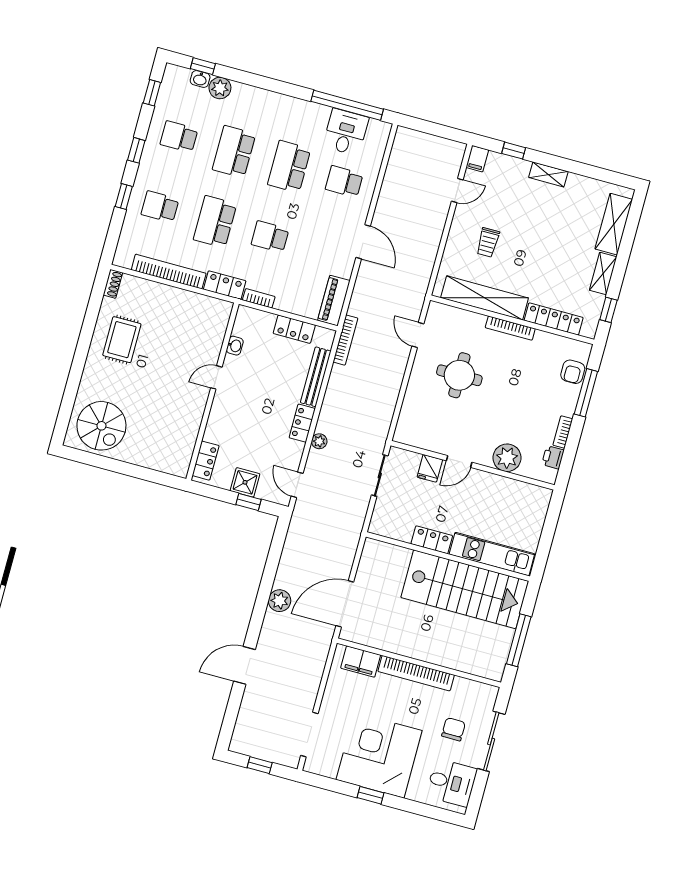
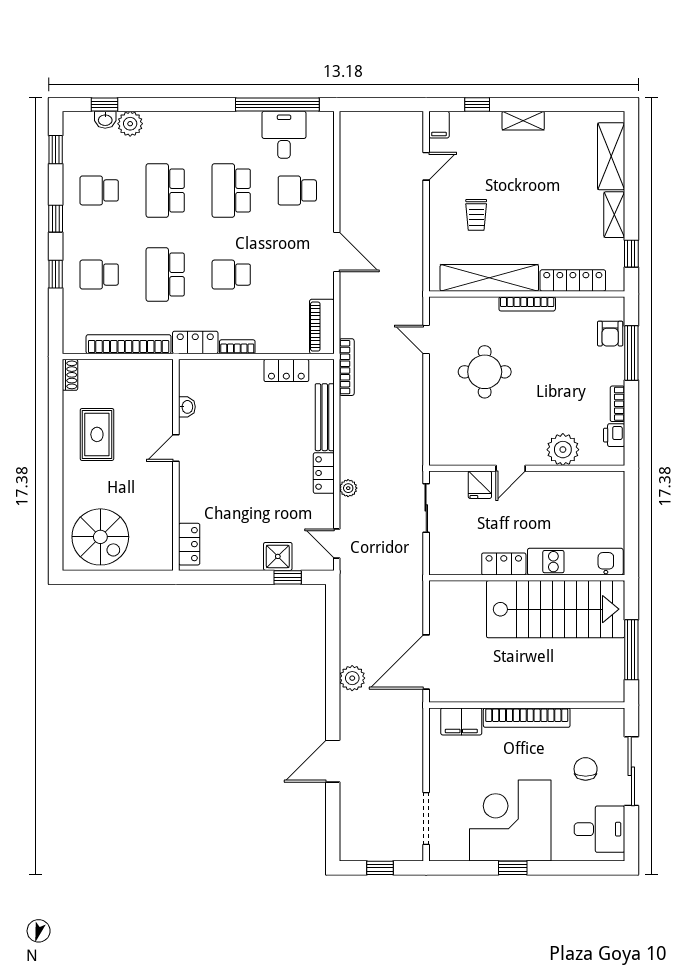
washbasin: (235, 346) -> (187, 407), moved
door: (216, 377) -> (176, 448), moved
wall: (212, 391) -> (176, 465), moved
locker: (206, 461) -> (189, 544), moved

